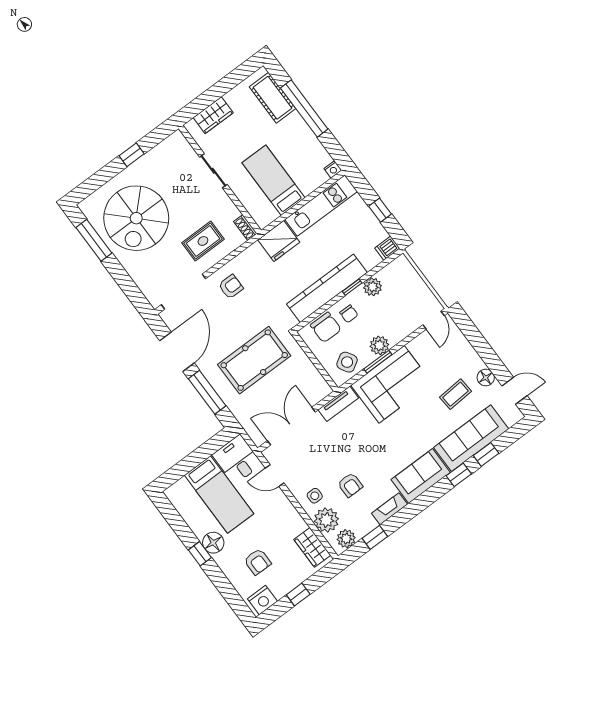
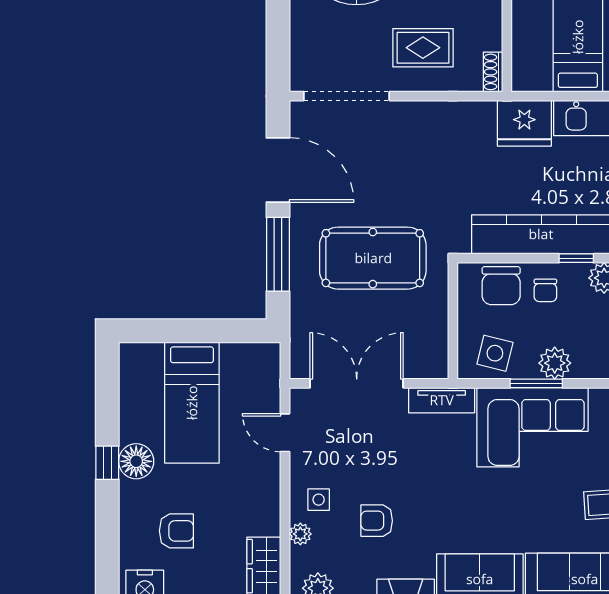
armchair: (231, 287) -> (415, 136), removed
door: (177, 352) -> (278, 170), hinge flipped
side table: (347, 362) -> (495, 353), turned 45
desk: (237, 460) -> (251, 374), removed
armchair: (350, 485) -> (377, 521), turned 90
plant: (326, 520) -> (300, 534), width x0.53, depth x0.53
armchair: (258, 562) -> (176, 531), turned -90

